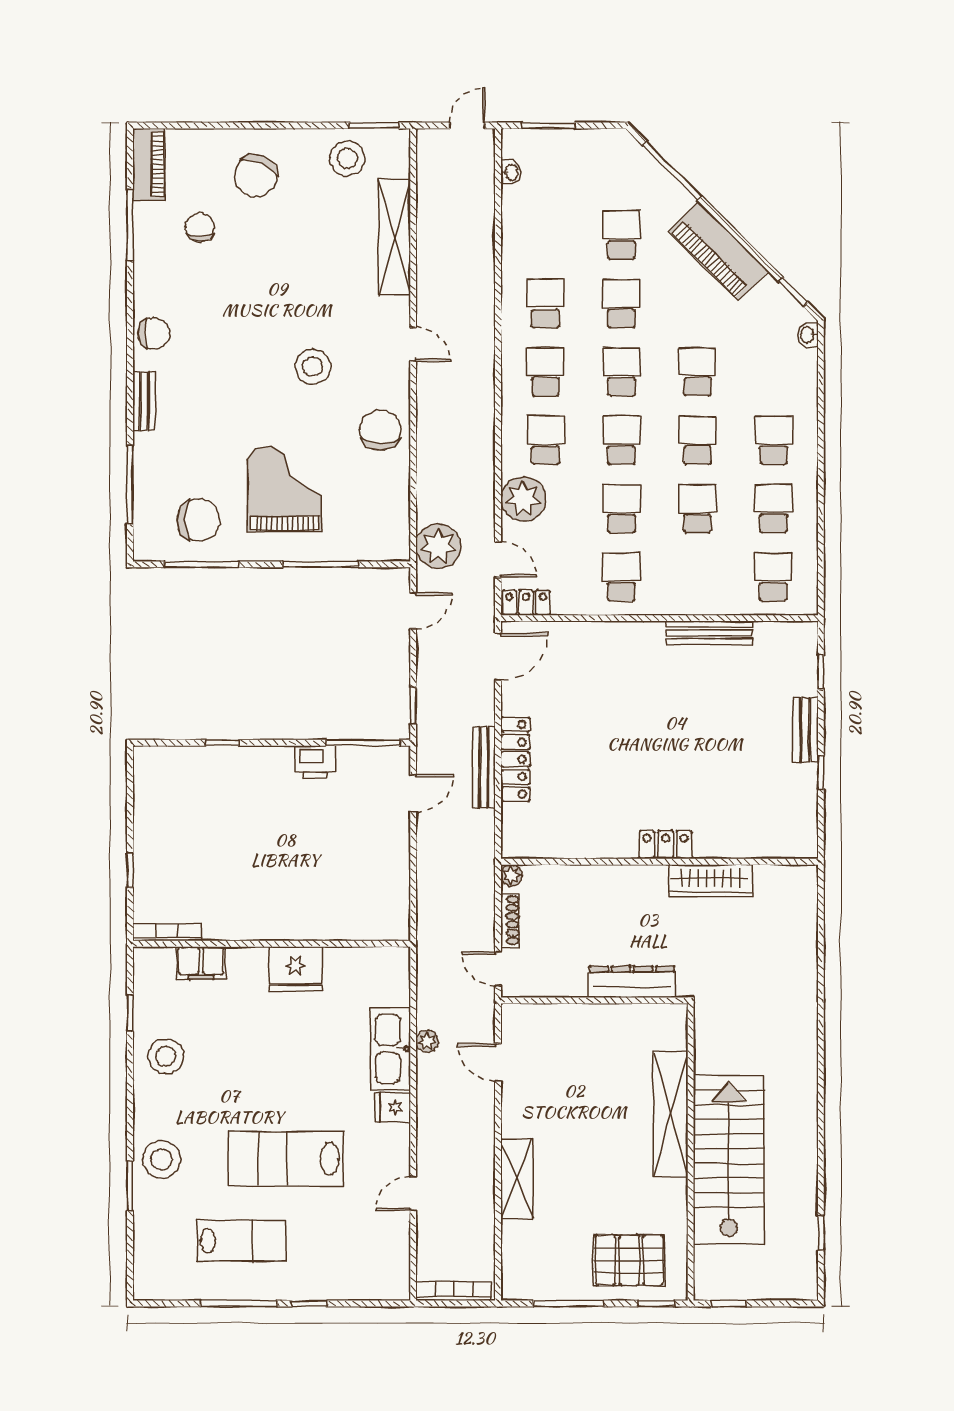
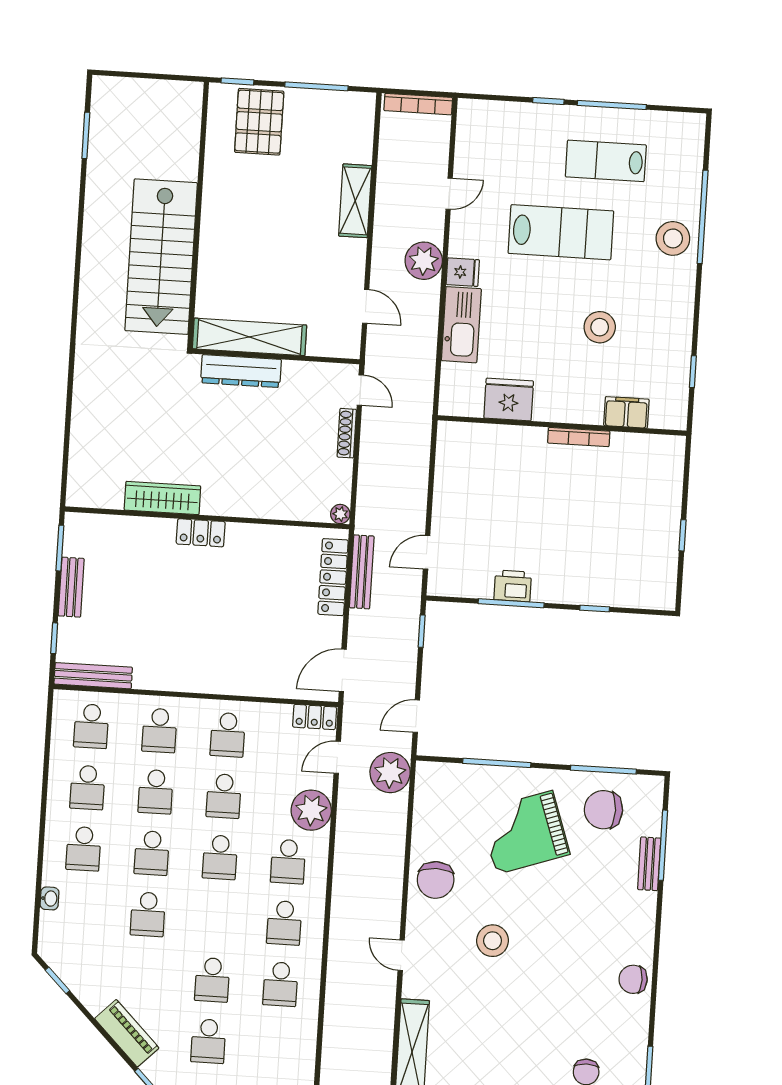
piano: (718, 251) -> (127, 1033), width x0.73, depth x0.75
washbasin: (808, 335) -> (49, 898), moved
school desk: (621, 372) -> (159, 730), moved
bench: (144, 401) -> (649, 864), moved
grand piano: (285, 489) -> (524, 832), turned 71
door: (498, 559) -> (337, 757), hinge flipped
bench: (710, 633) -> (93, 676), moved
window: (363, 743) -> (511, 603), moved
window: (821, 773) -> (60, 548), width x1.50
locker: (666, 845) -> (201, 533), moved
wall: (659, 862) -> (207, 518), moved
window: (130, 870) -> (682, 535), moved
plant: (512, 875) -> (340, 514), moved
wardrobe: (710, 881) -> (162, 498), moved
bookcase: (167, 932) -> (579, 437), moved
fridge: (296, 969) -> (509, 400), moved
plant: (427, 1041) -> (424, 261), moved, width x1.87, depth x1.87
stool: (166, 1056) -> (600, 327), moved
shelving: (671, 1114) -> (249, 337), moved, turned 90
stairs: (729, 1160) -> (161, 257), moved
window: (130, 1185) -> (703, 217), width x2.11
window: (821, 1233) -> (86, 135), width x1.50
pallet: (629, 1260) -> (259, 122), turned 90
window: (729, 1303) -> (172, 77), removed

